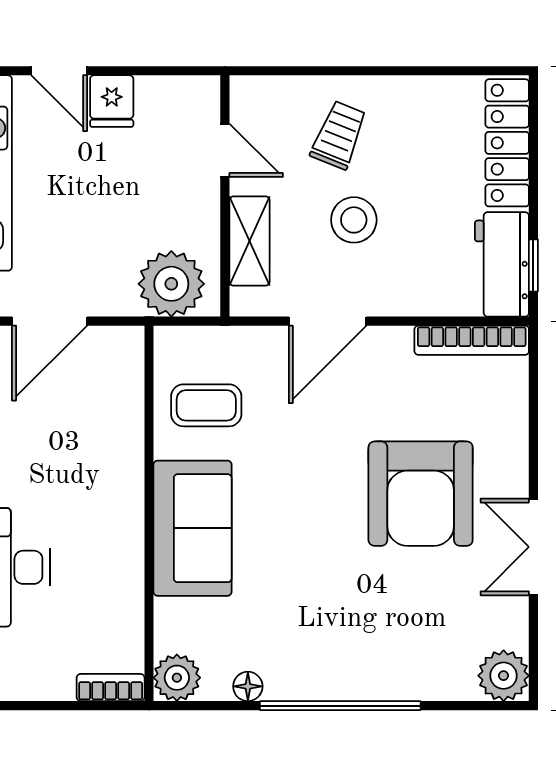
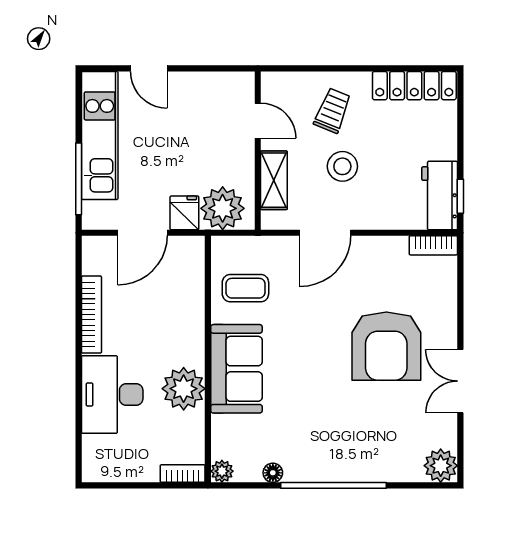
fridge: (112, 101) -> (184, 213), moved, turned 180
locker: (507, 143) -> (414, 86), moved, turned -90
bookcase: (472, 340) -> (433, 245), width x0.64
plant: (112, 558) -> (184, 389), added
plant: (177, 678) -> (222, 471), width x0.73, depth x0.73

